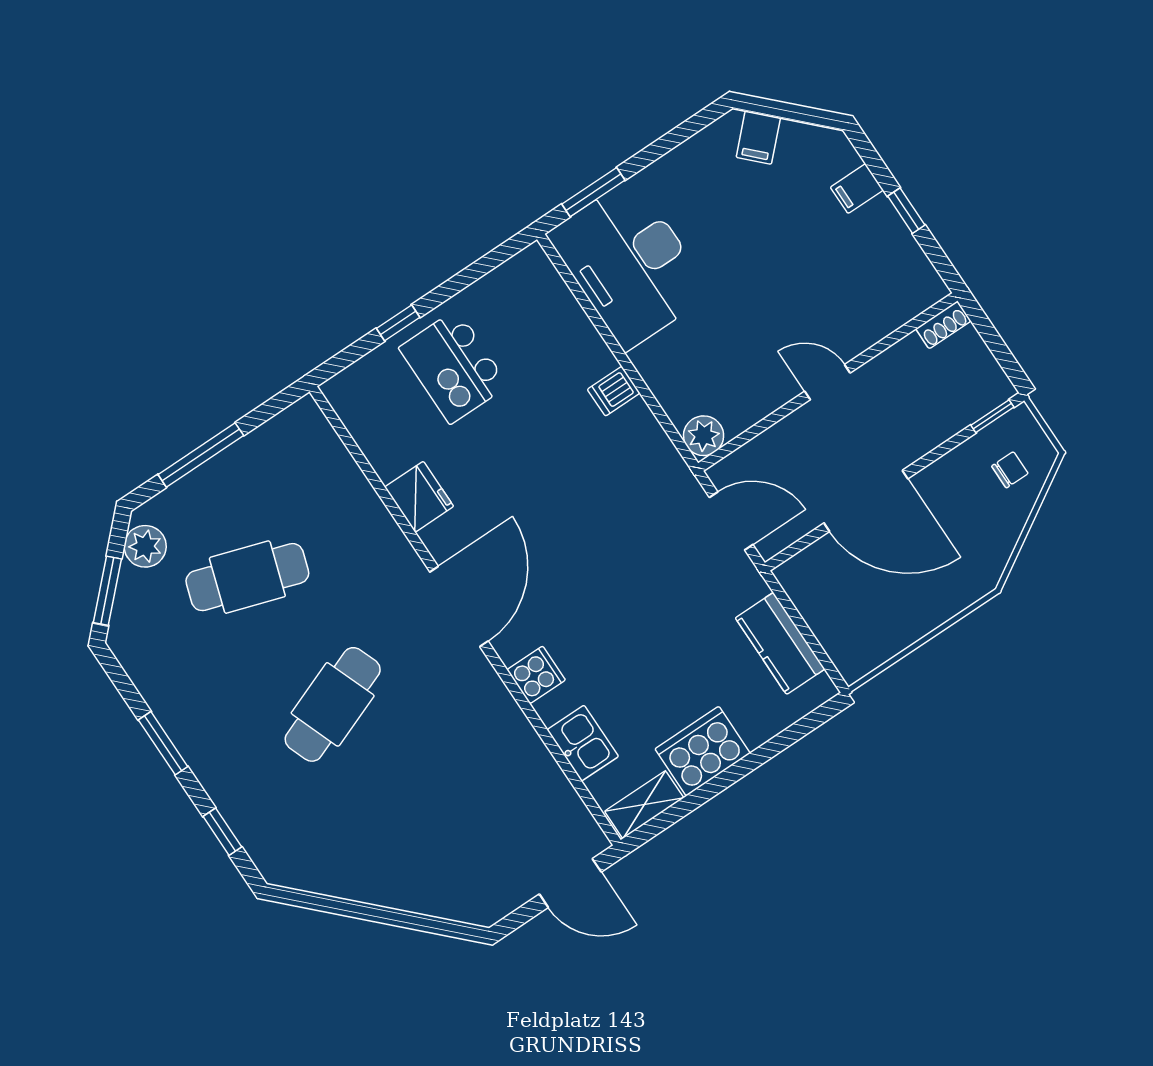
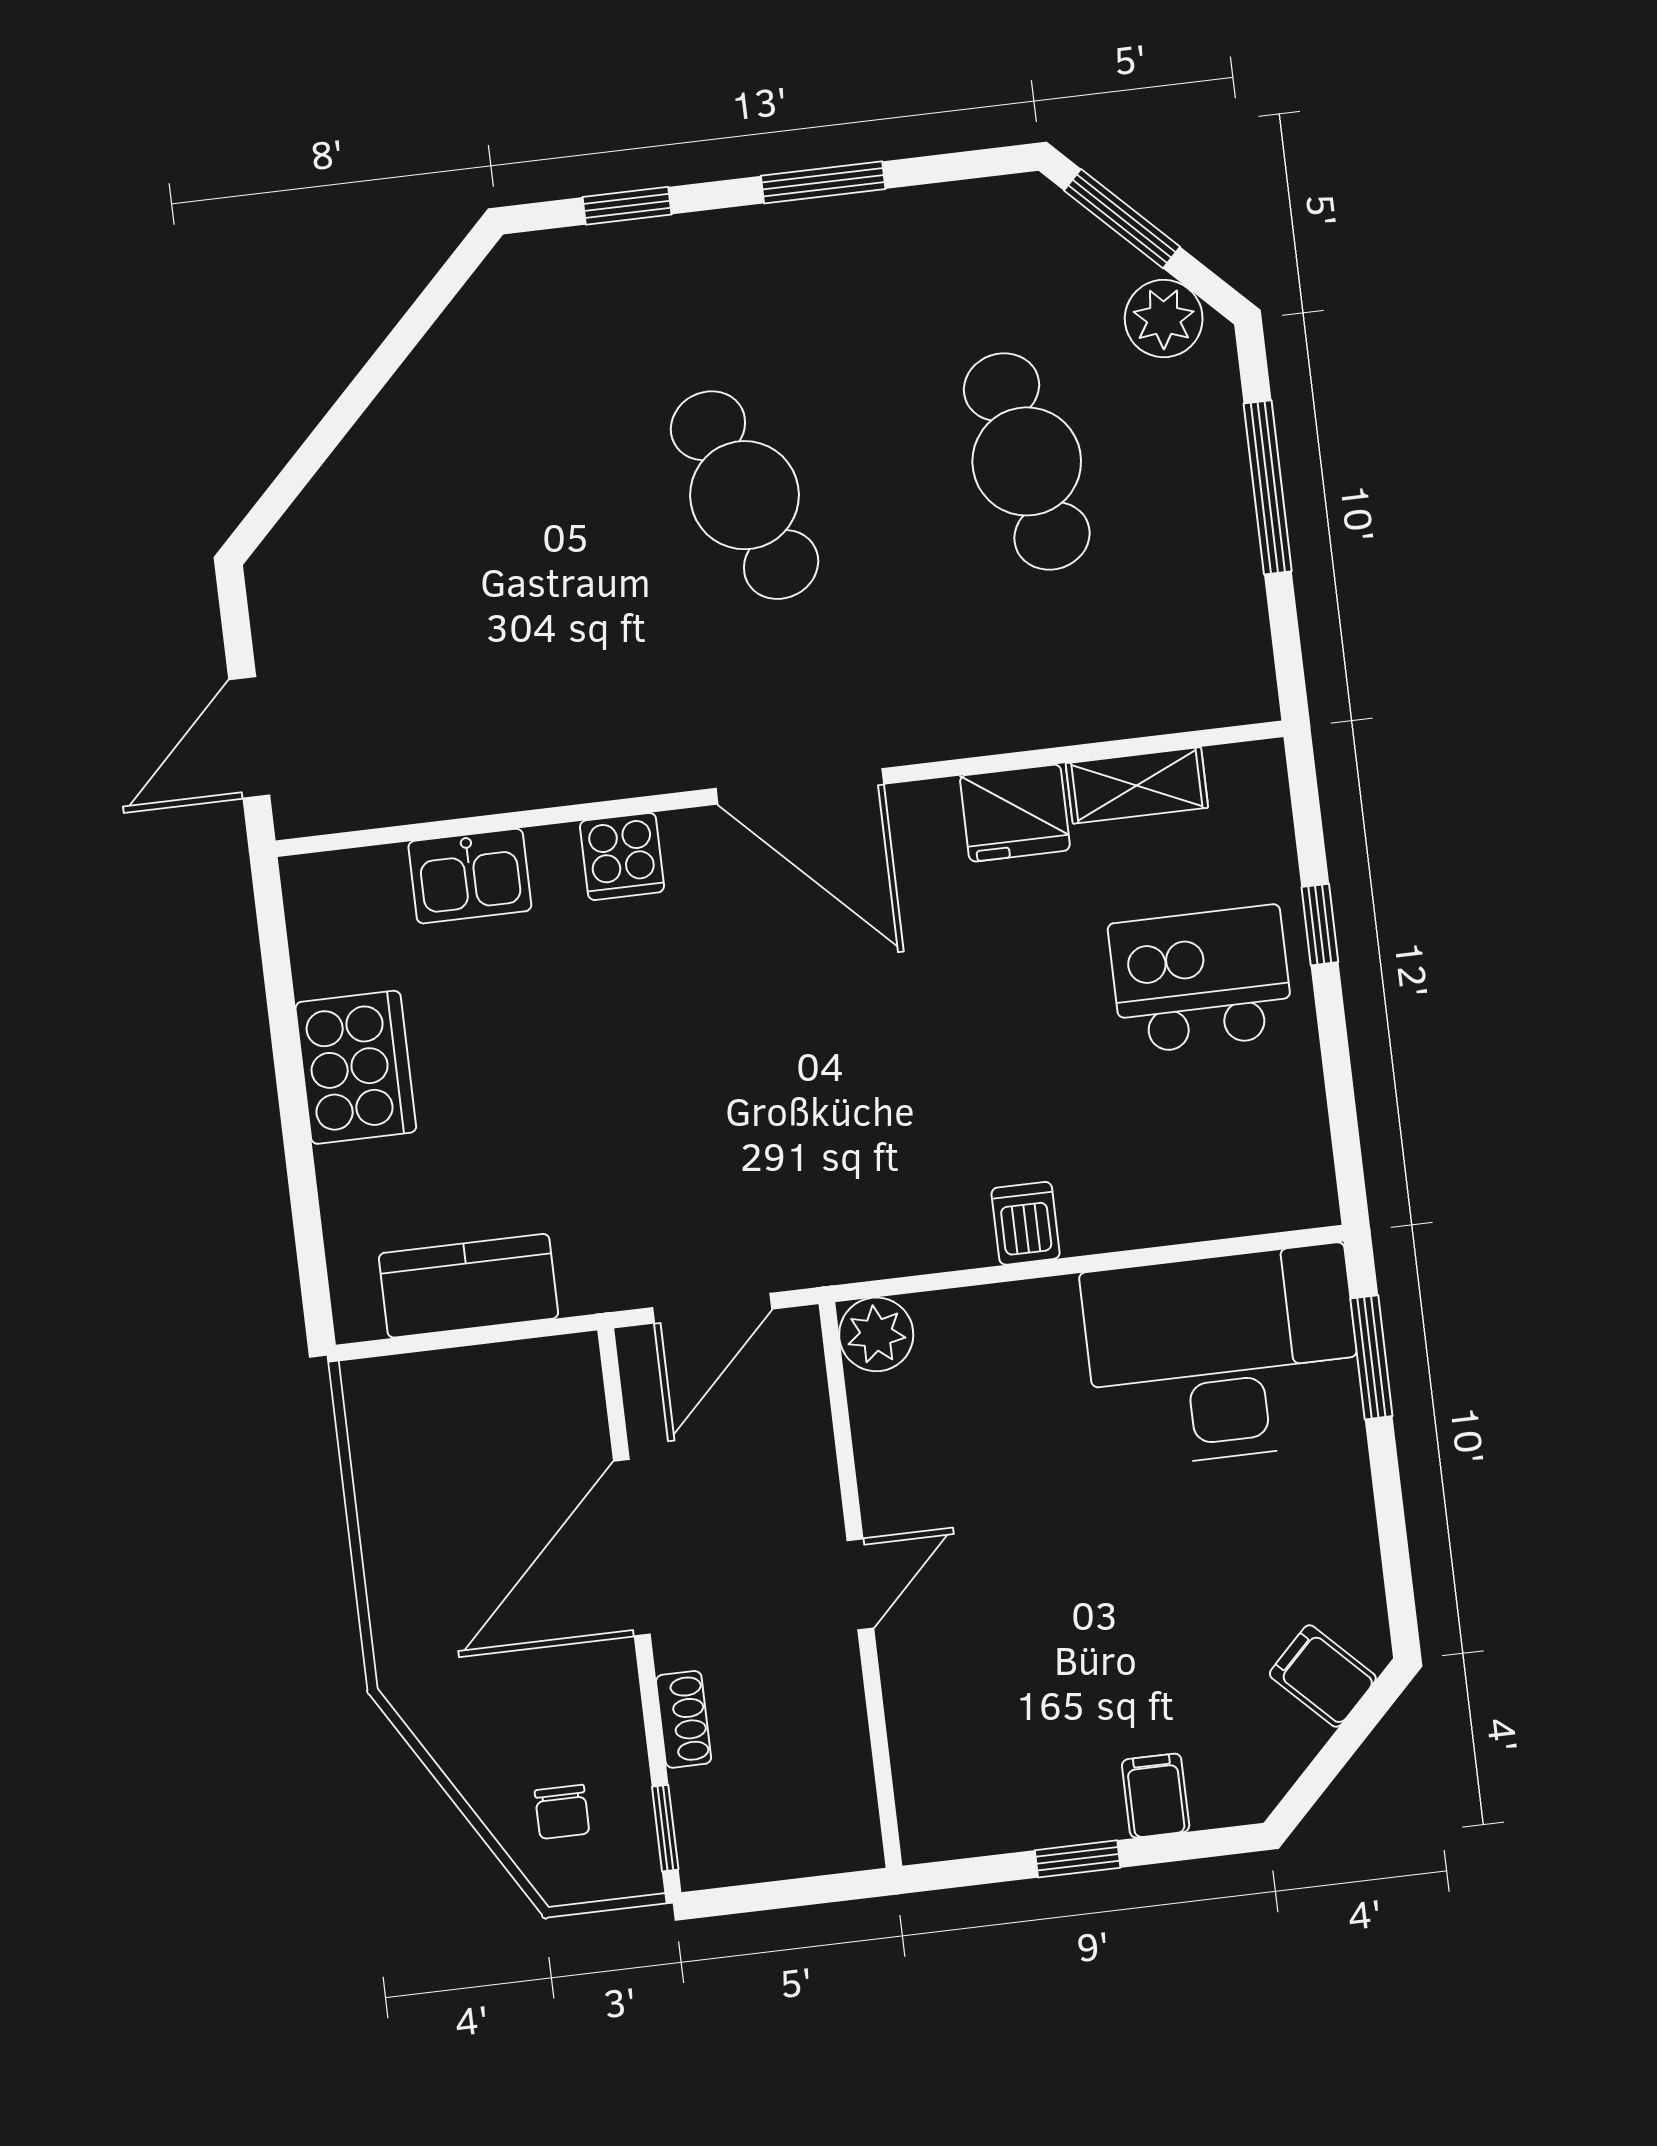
shoe rack: (943, 325) -> (684, 1719), moved, turned 180
cafe table: (247, 577) -> (1027, 461), turned -30
shelving: (644, 805) -> (1137, 785), moved, turned 90

